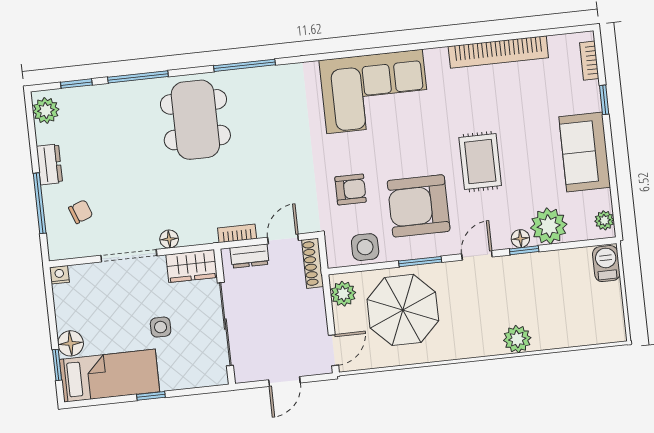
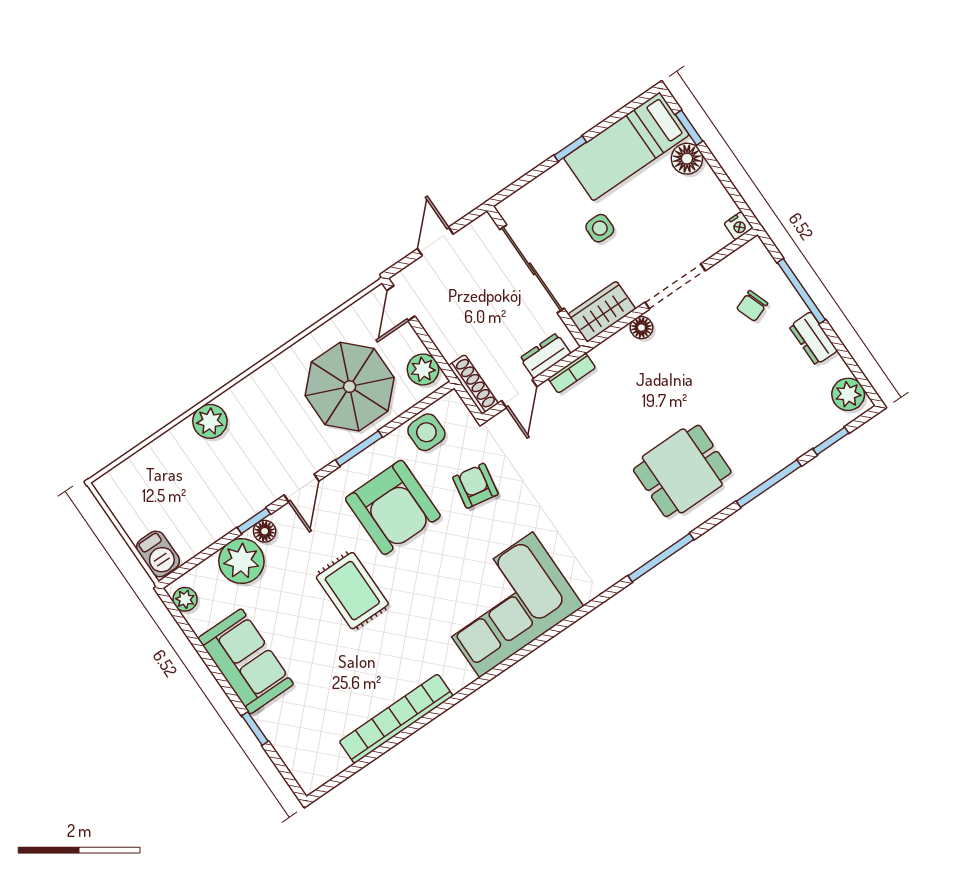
bookcase: (589, 61) -> (294, 762), removed
dining table: (195, 120) -> (682, 471), width x0.73
armchair: (351, 189) -> (475, 486), turned 100
armchair: (419, 206) -> (393, 507), turned 90

